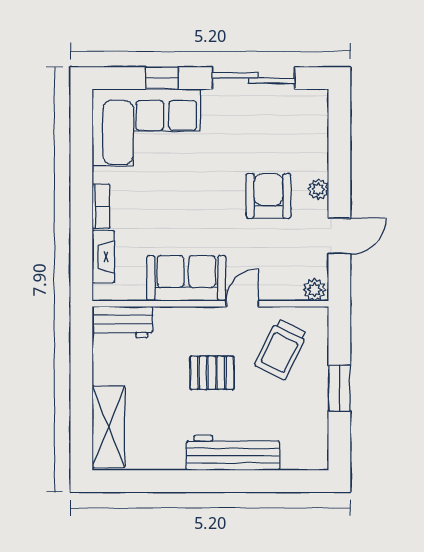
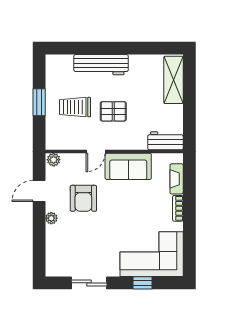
sliding door: (253, 78) -> (89, 283), width x0.73
armchair: (268, 196) -> (83, 198), moved
trolley: (281, 349) -> (75, 107), moved, turned -116

